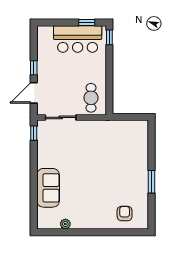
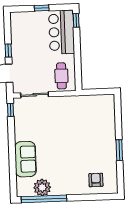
window: (87, 23) -> (42, 8), moved
bar counter: (78, 39) -> (62, 32), moved, turned 90
plant: (65, 224) -> (42, 187), width x1.88, depth x1.88
window: (67, 232) -> (44, 199), added

